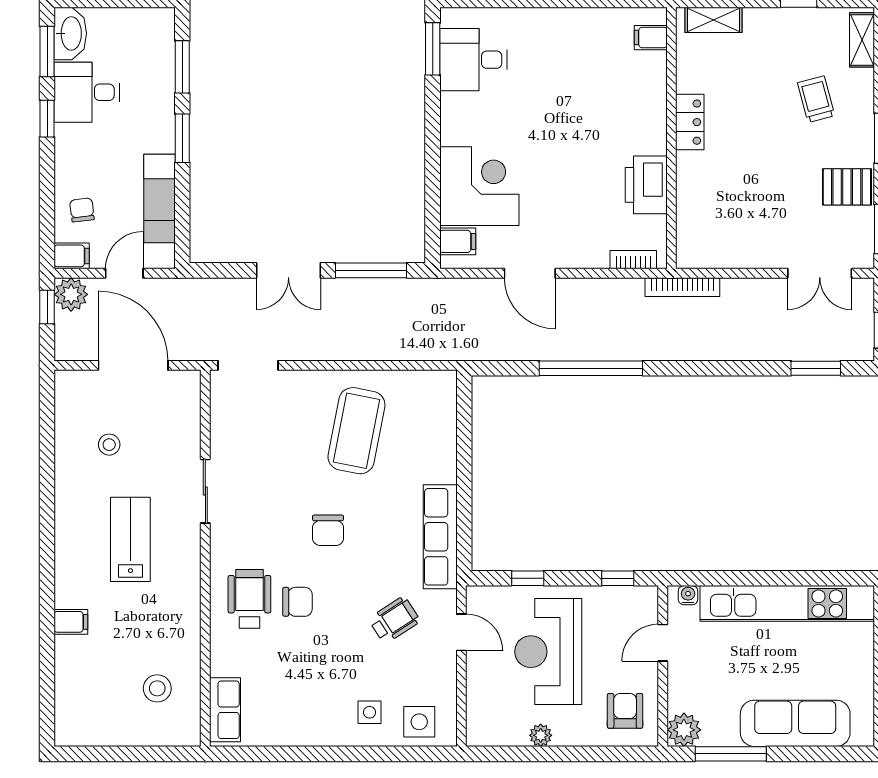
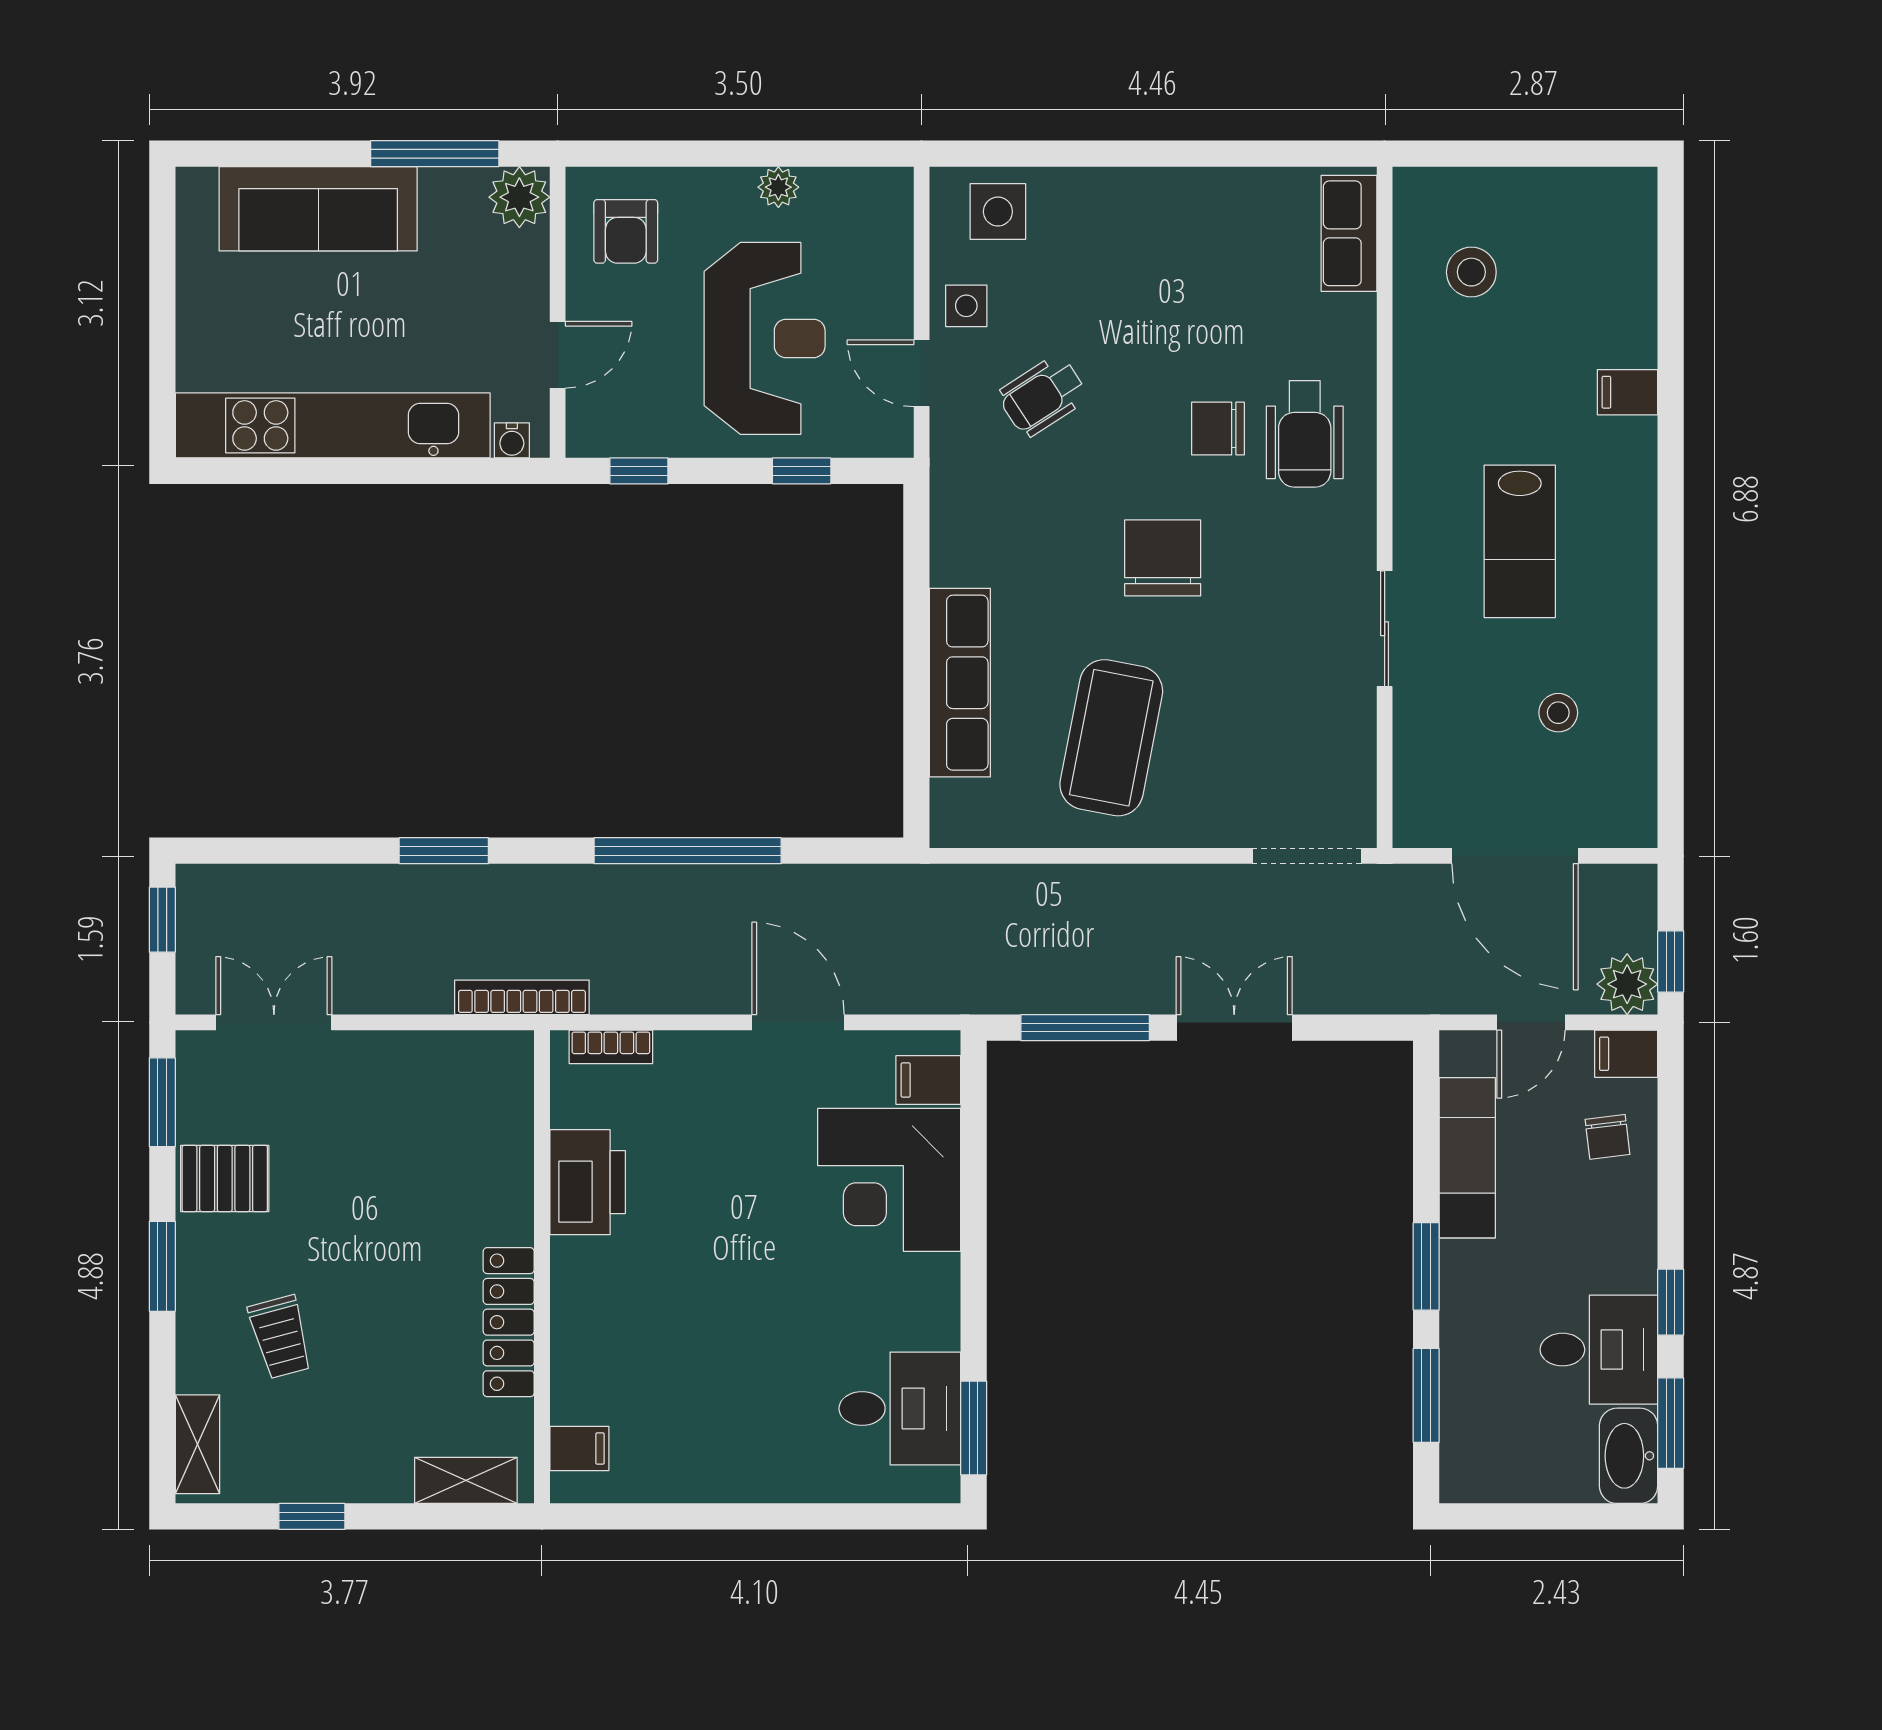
locker: (690, 122) -> (509, 1322), width x1.53
window: (816, 368) -> (444, 851), moved
chair: (328, 530) -> (1163, 558), width x1.37, depth x1.37
row of seats: (440, 537) -> (960, 683), moved
side table: (370, 712) -> (966, 306), moved

